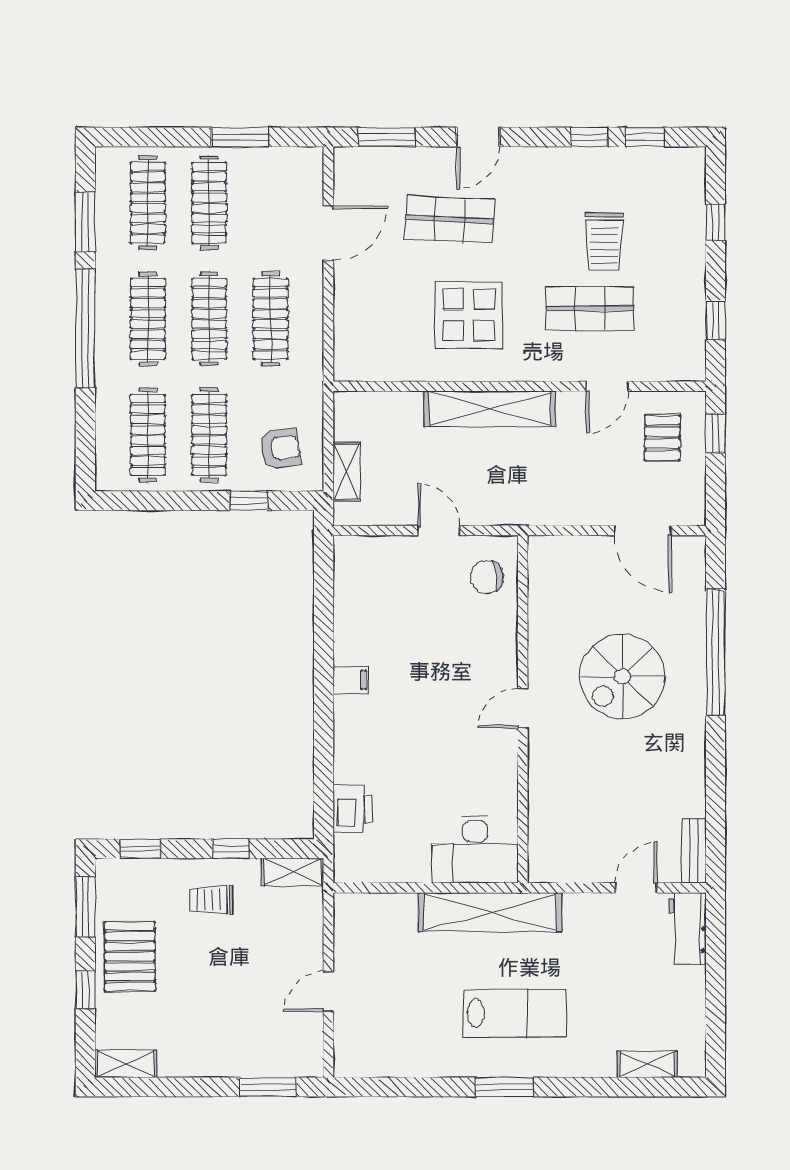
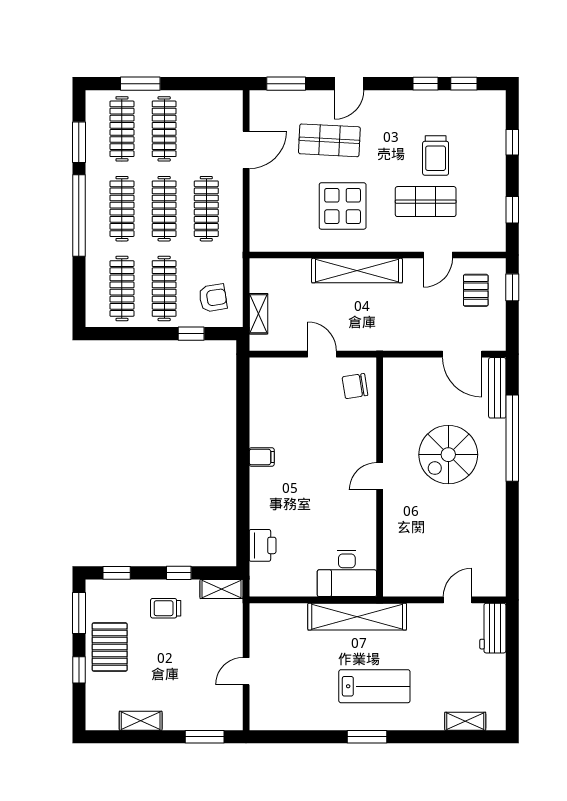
window: (240, 137) -> (140, 84), moved
bench: (694, 851) -> (497, 388), moved, width x1.36
shelving: (126, 1064) -> (141, 721), moved

